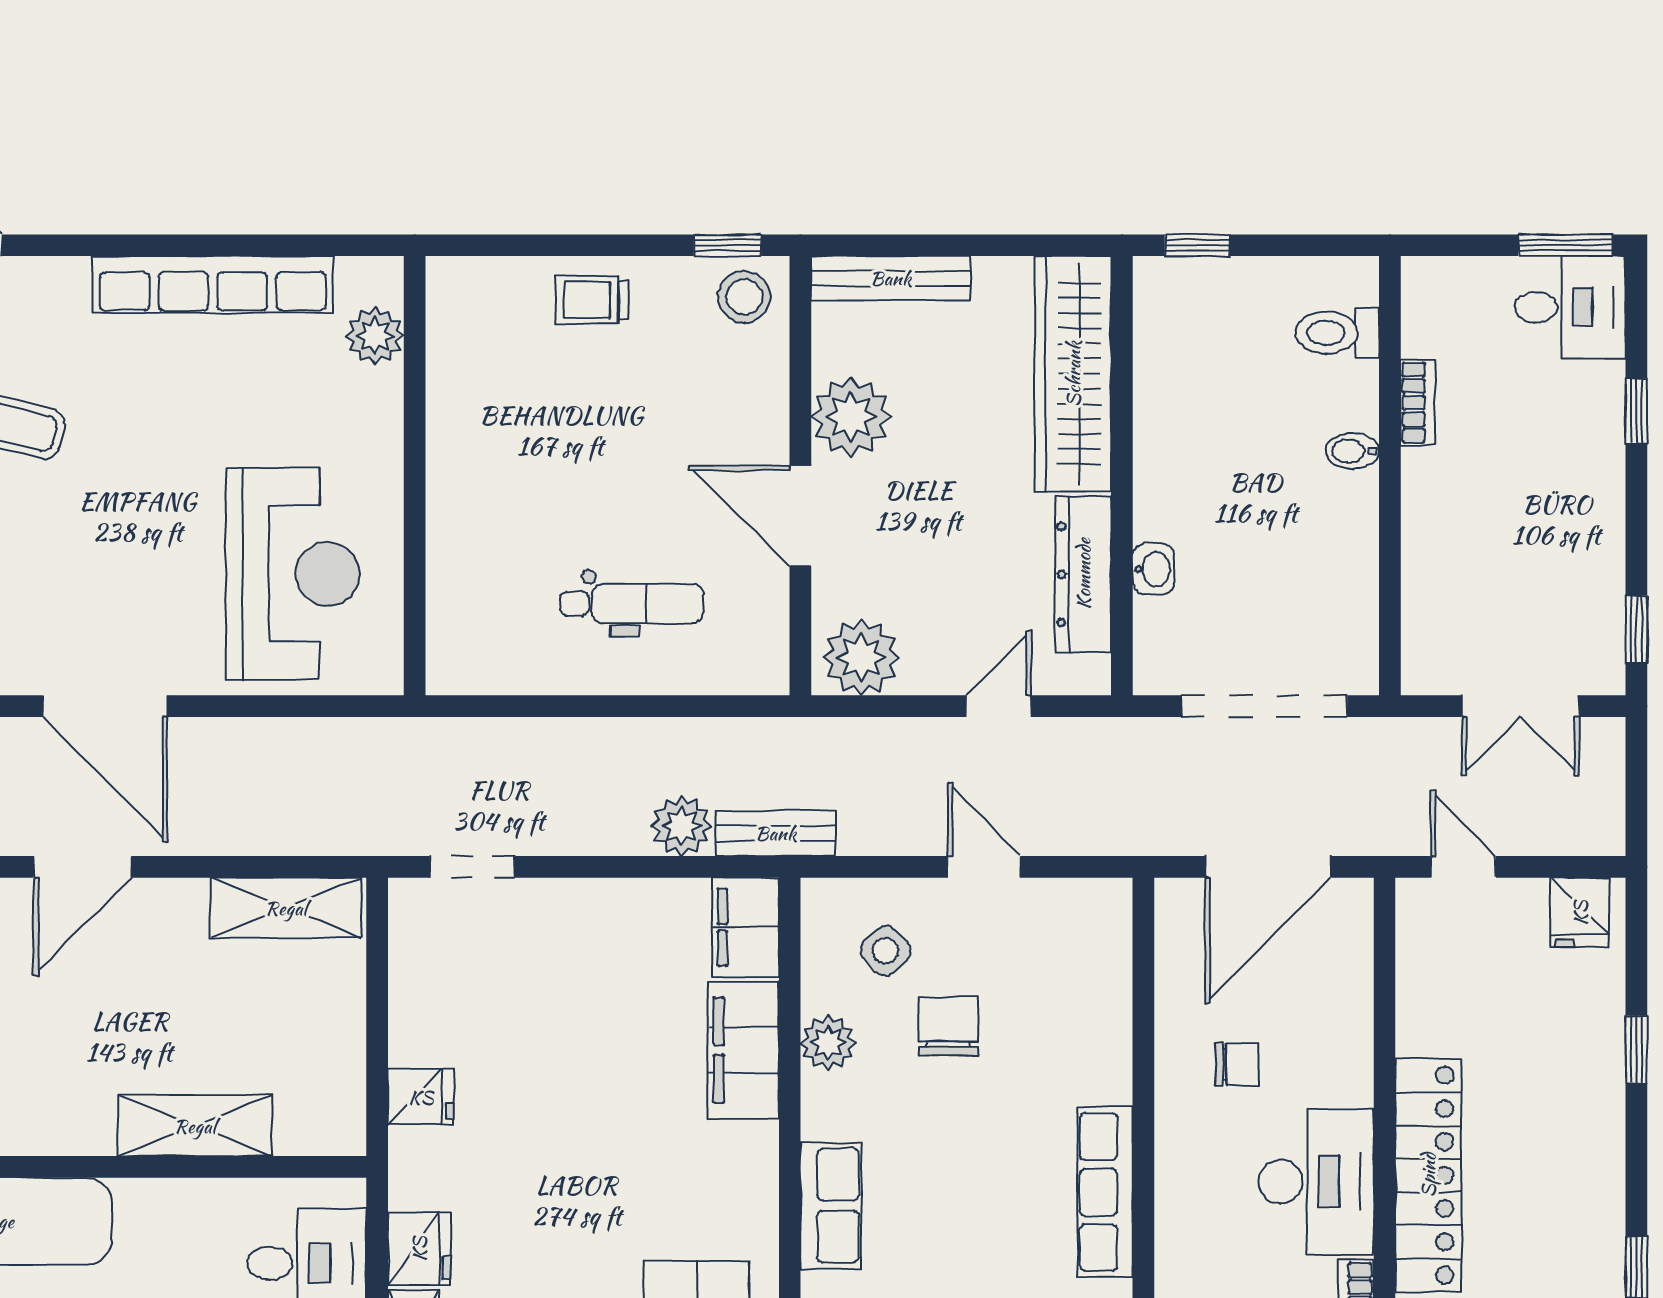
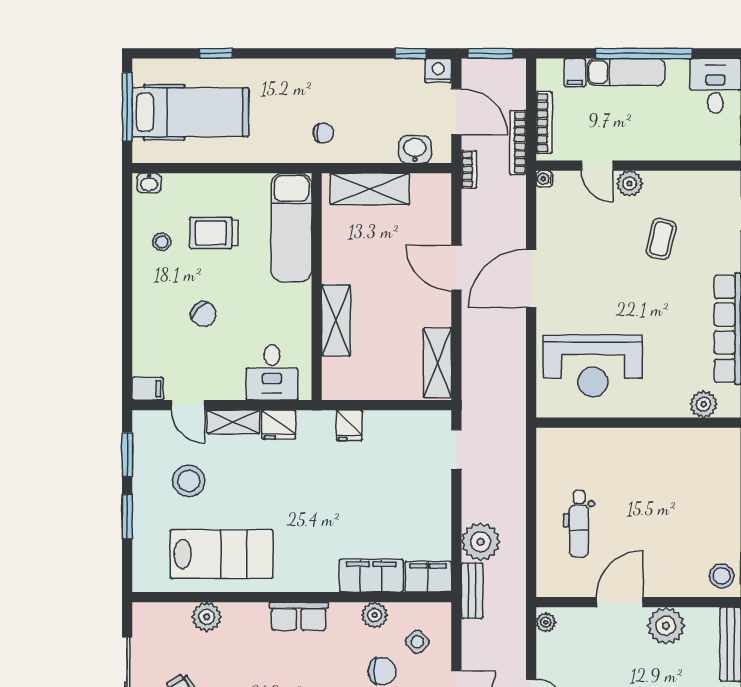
trolley: (592, 300) -> (720, 505), removed
plant: (861, 657) -> (546, 622), width x0.53, depth x0.53
plant: (682, 826) -> (481, 542), width x1.36, depth x1.36

